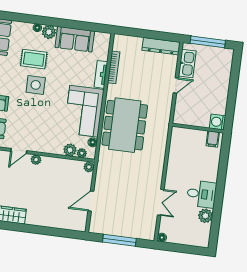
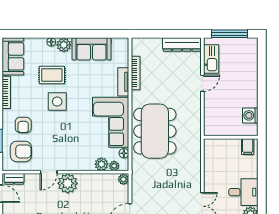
wall: (198, 128) -> (231, 137), moved
filing cabinet: (213, 139) -> (248, 147), moved
plant: (36, 160) -> (68, 183), width x1.88, depth x1.88

